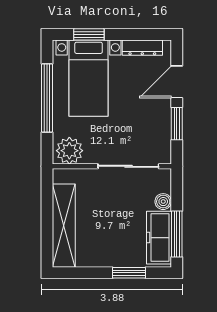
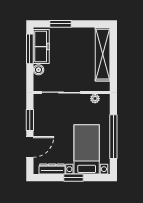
window: (89, 34) -> (73, 178), moved
plant: (69, 151) -> (95, 99), width x0.53, depth x0.53

